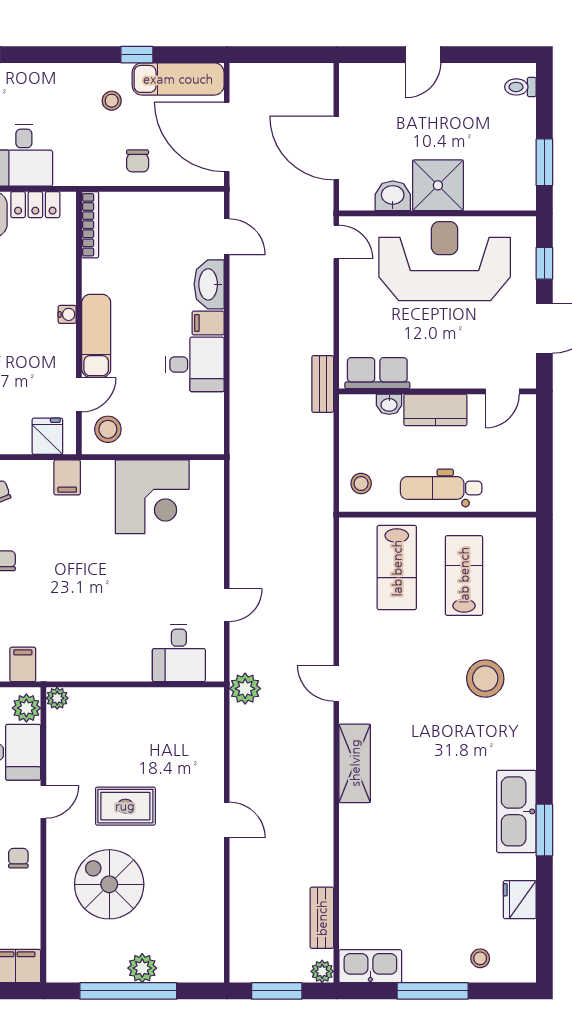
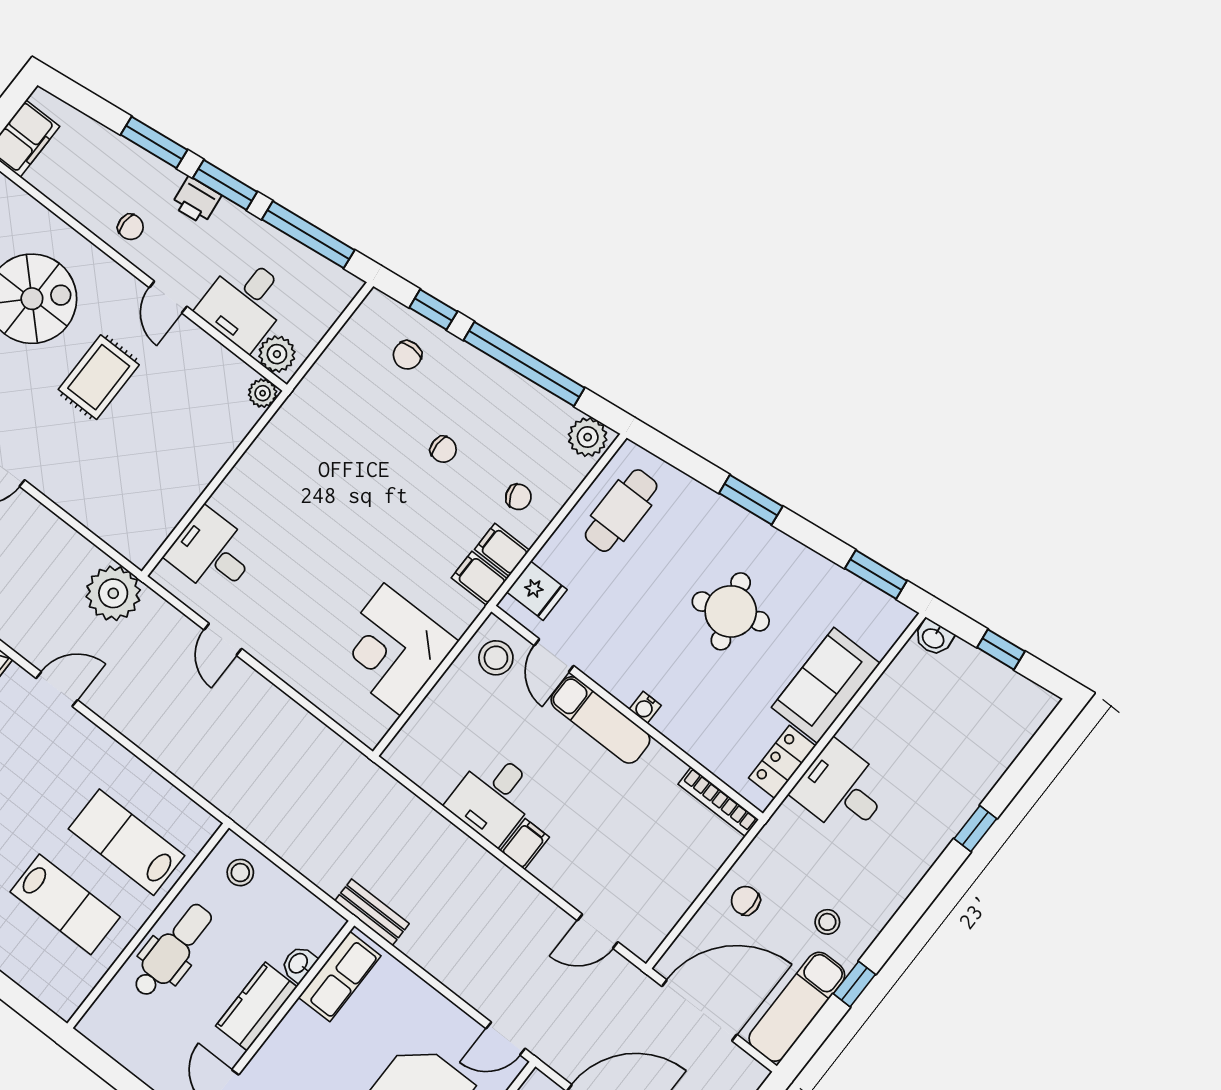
washbasin: (209, 284) -> (563, 876), removed
filing cabinet: (23, 664) -> (502, 550), moved, turned 180
plant: (245, 689) -> (113, 593), width x1.36, depth x1.36

